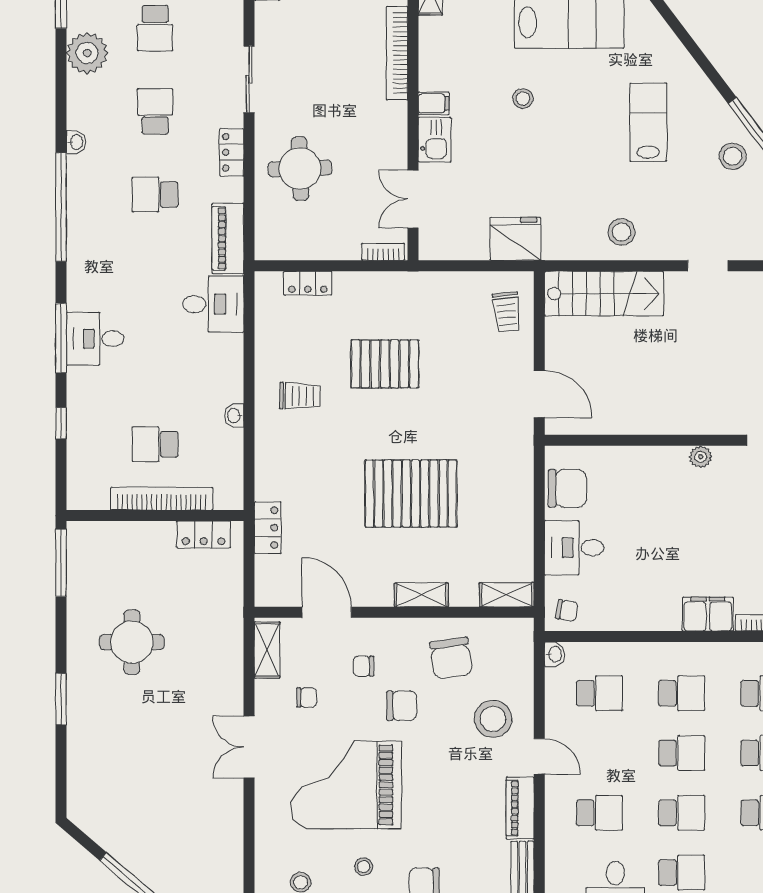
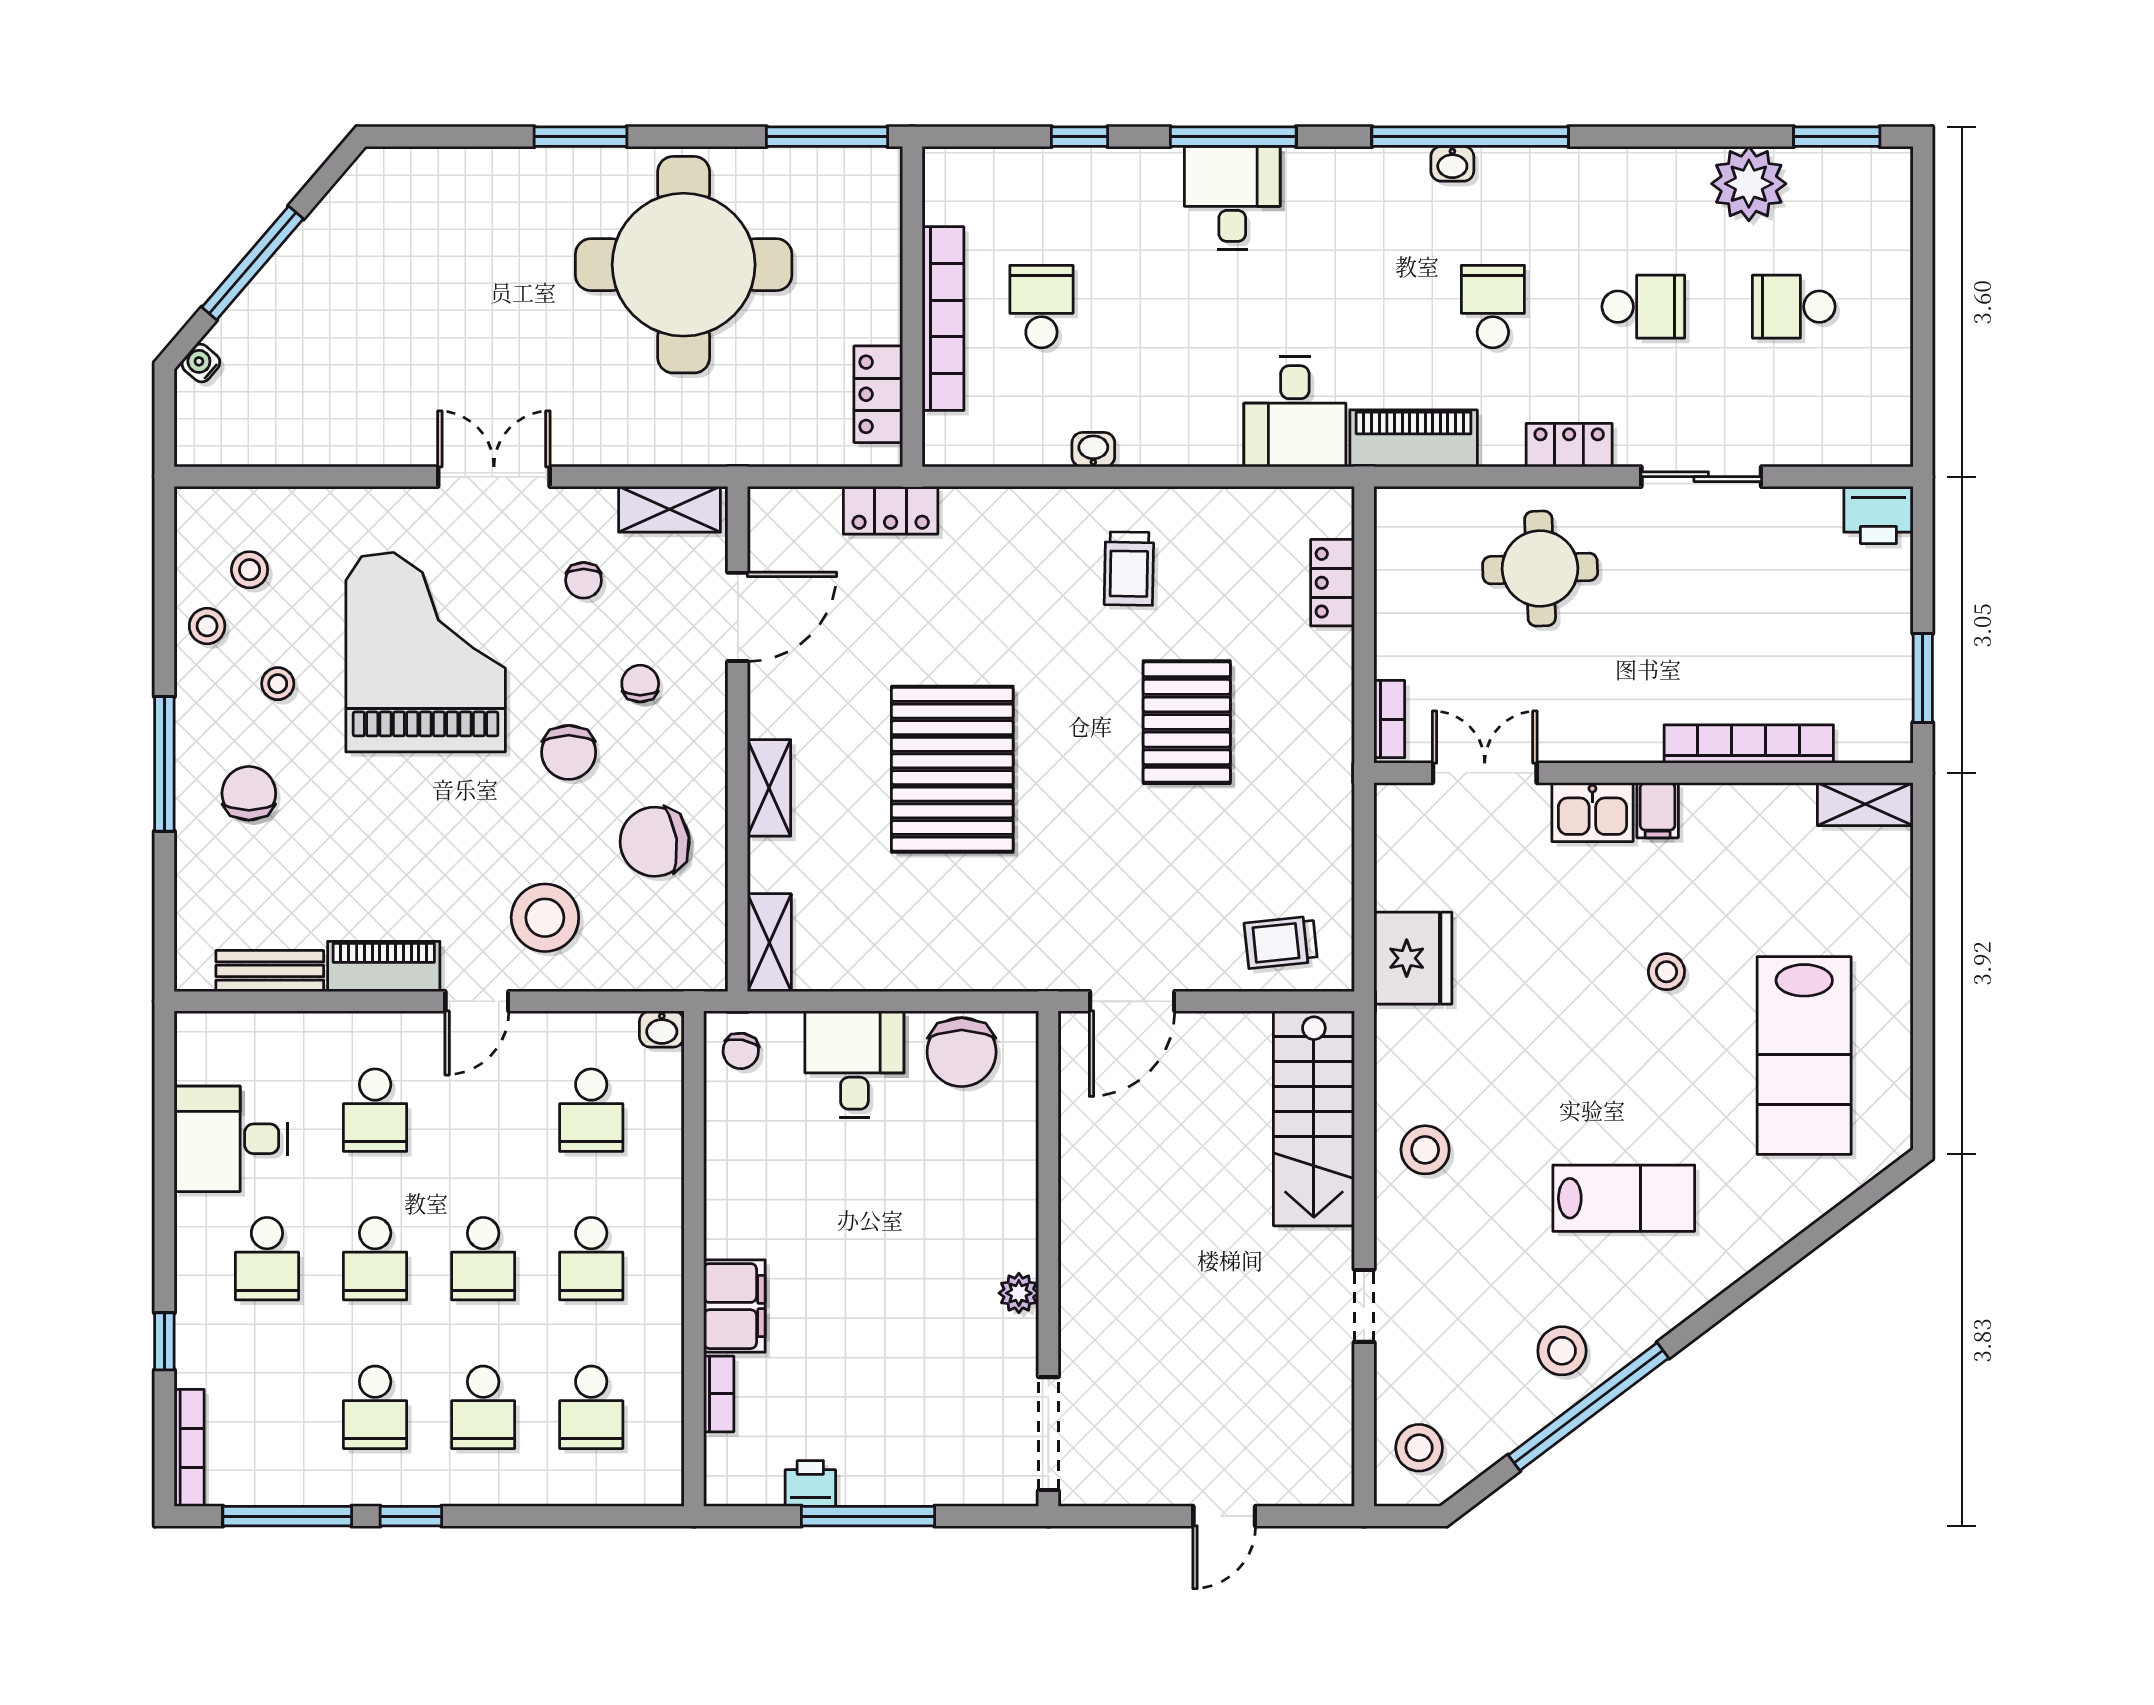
washbasin: (76, 142) -> (1452, 164), moved
round table: (132, 642) -> (684, 265), width x1.86, depth x1.86

